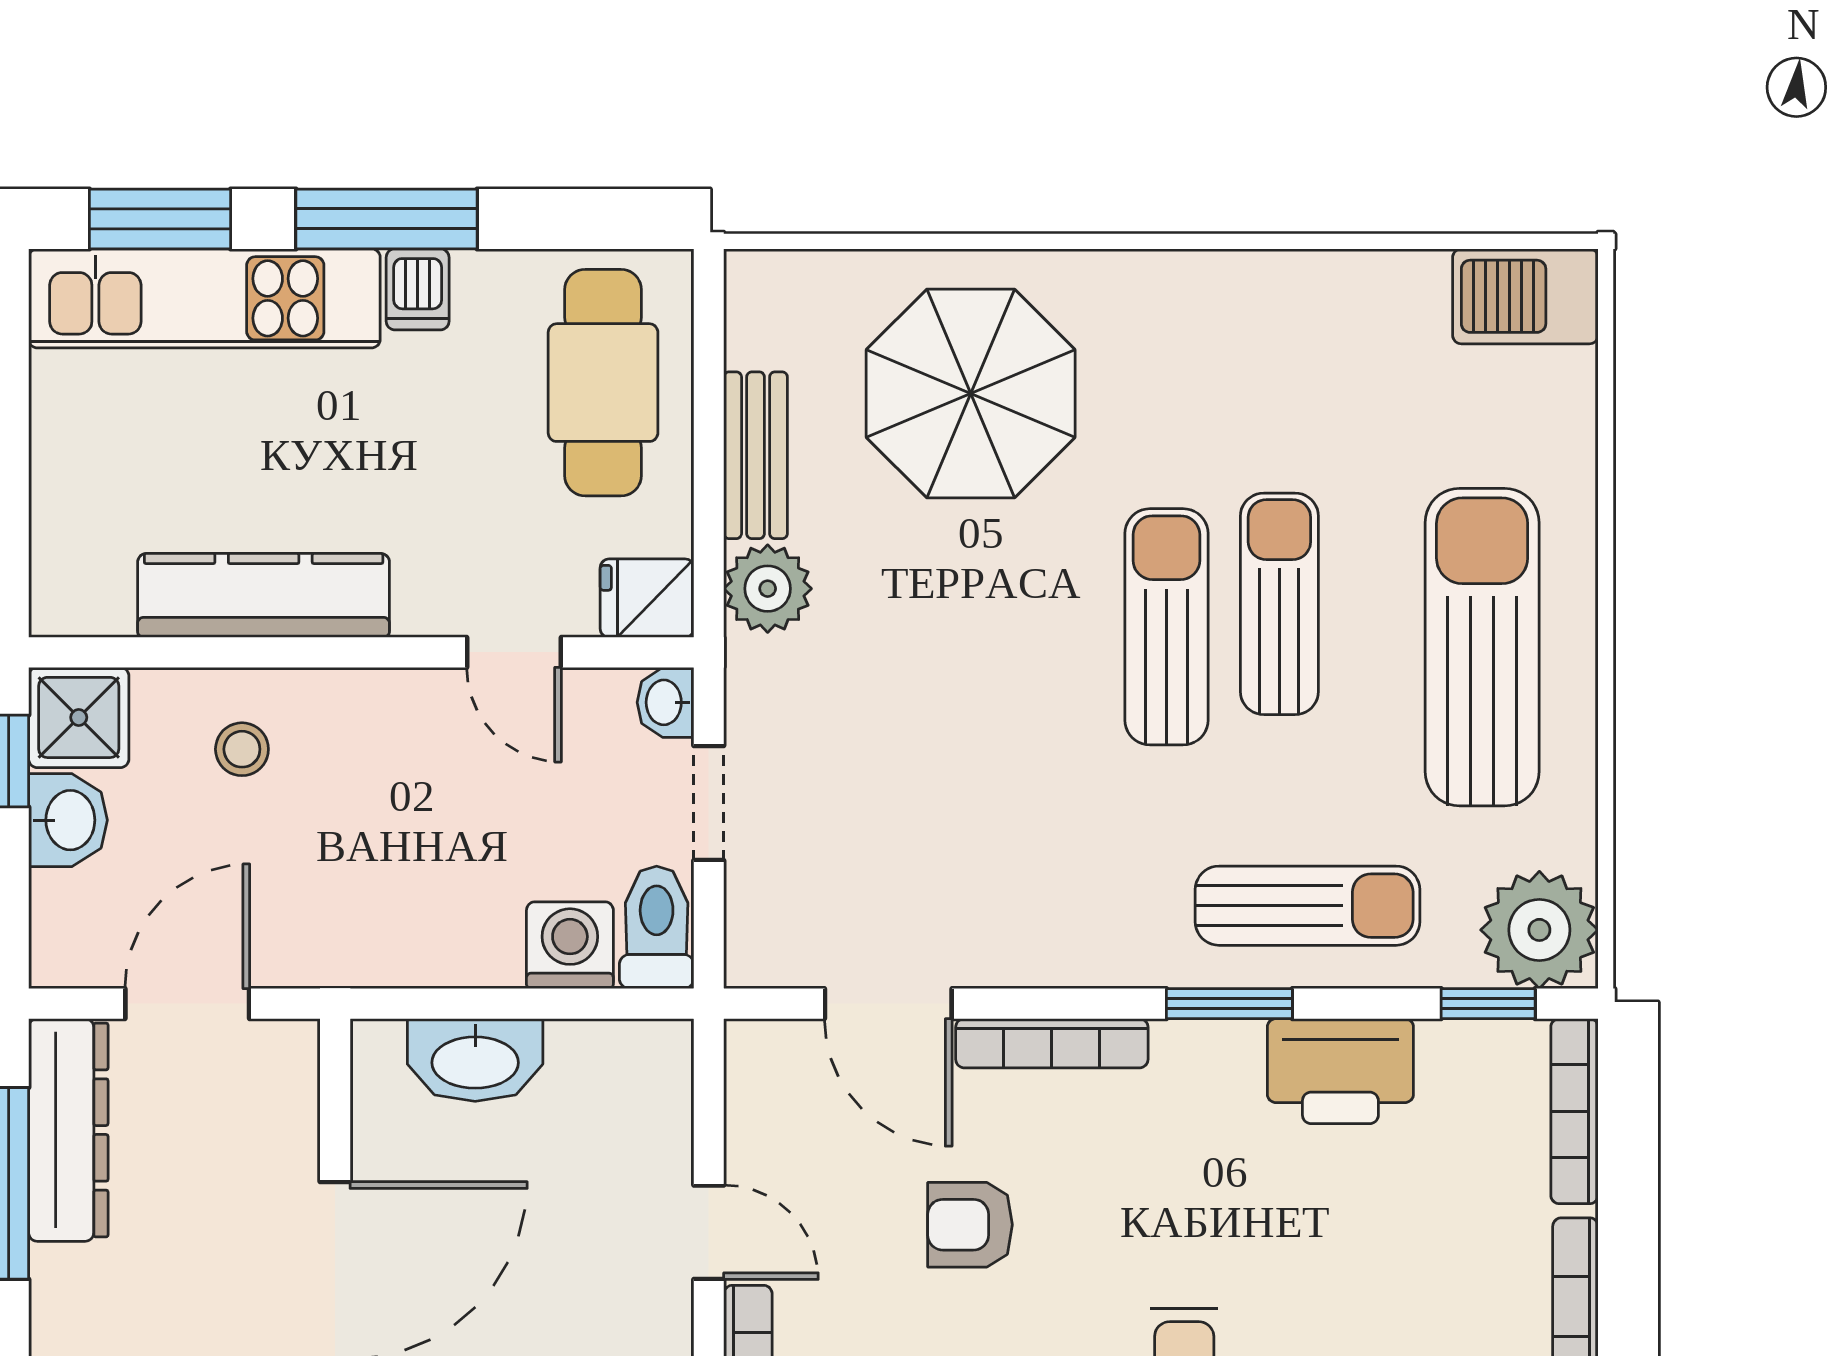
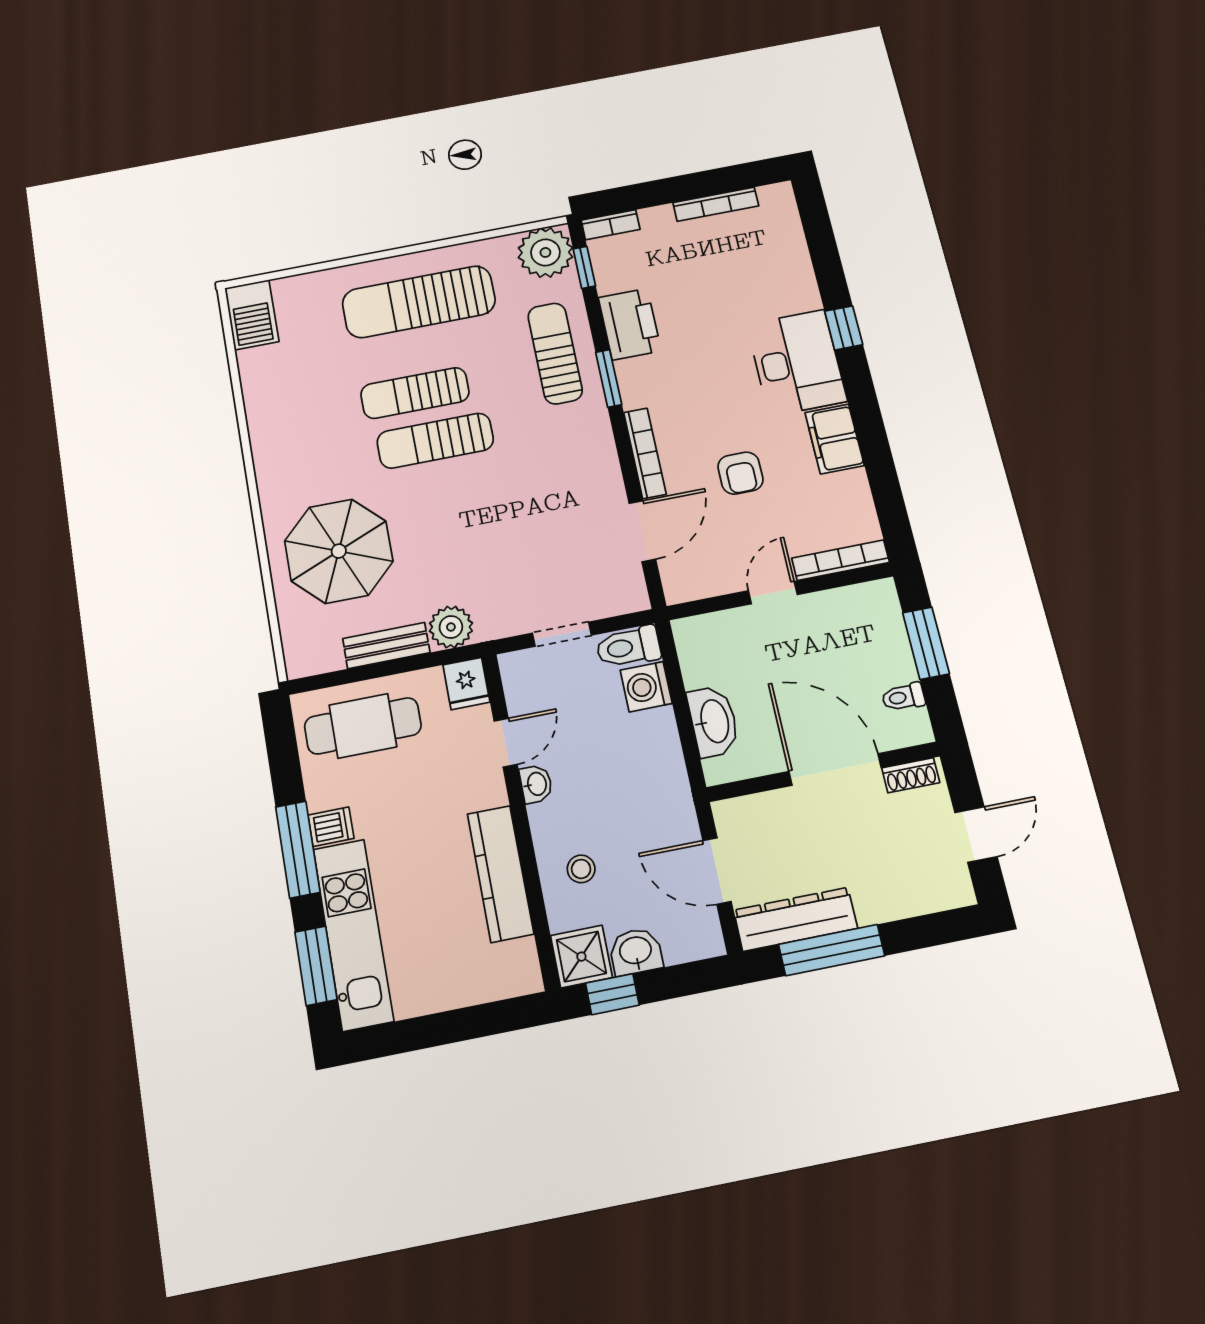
washbasin: (665, 702) -> (536, 784), moved, turned -90
bookcase: (1574, 1111) -> (611, 225), width x0.64

